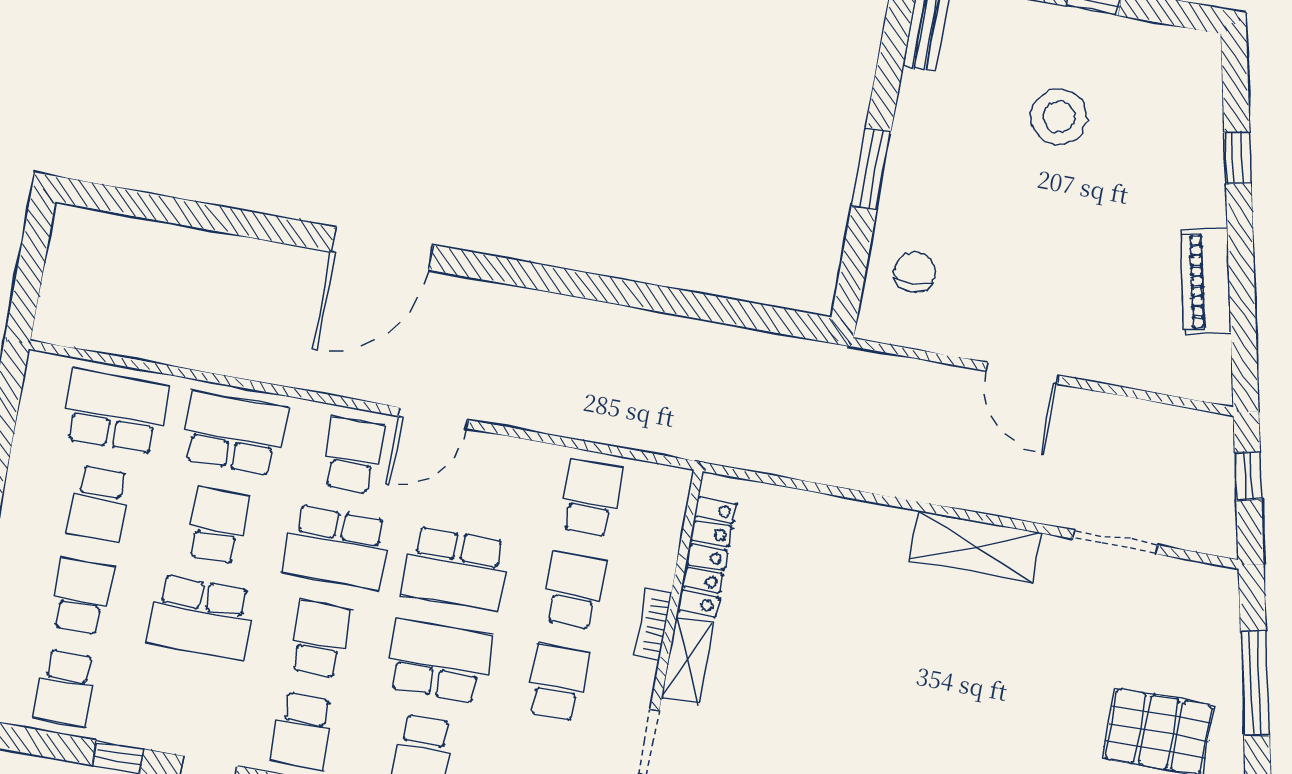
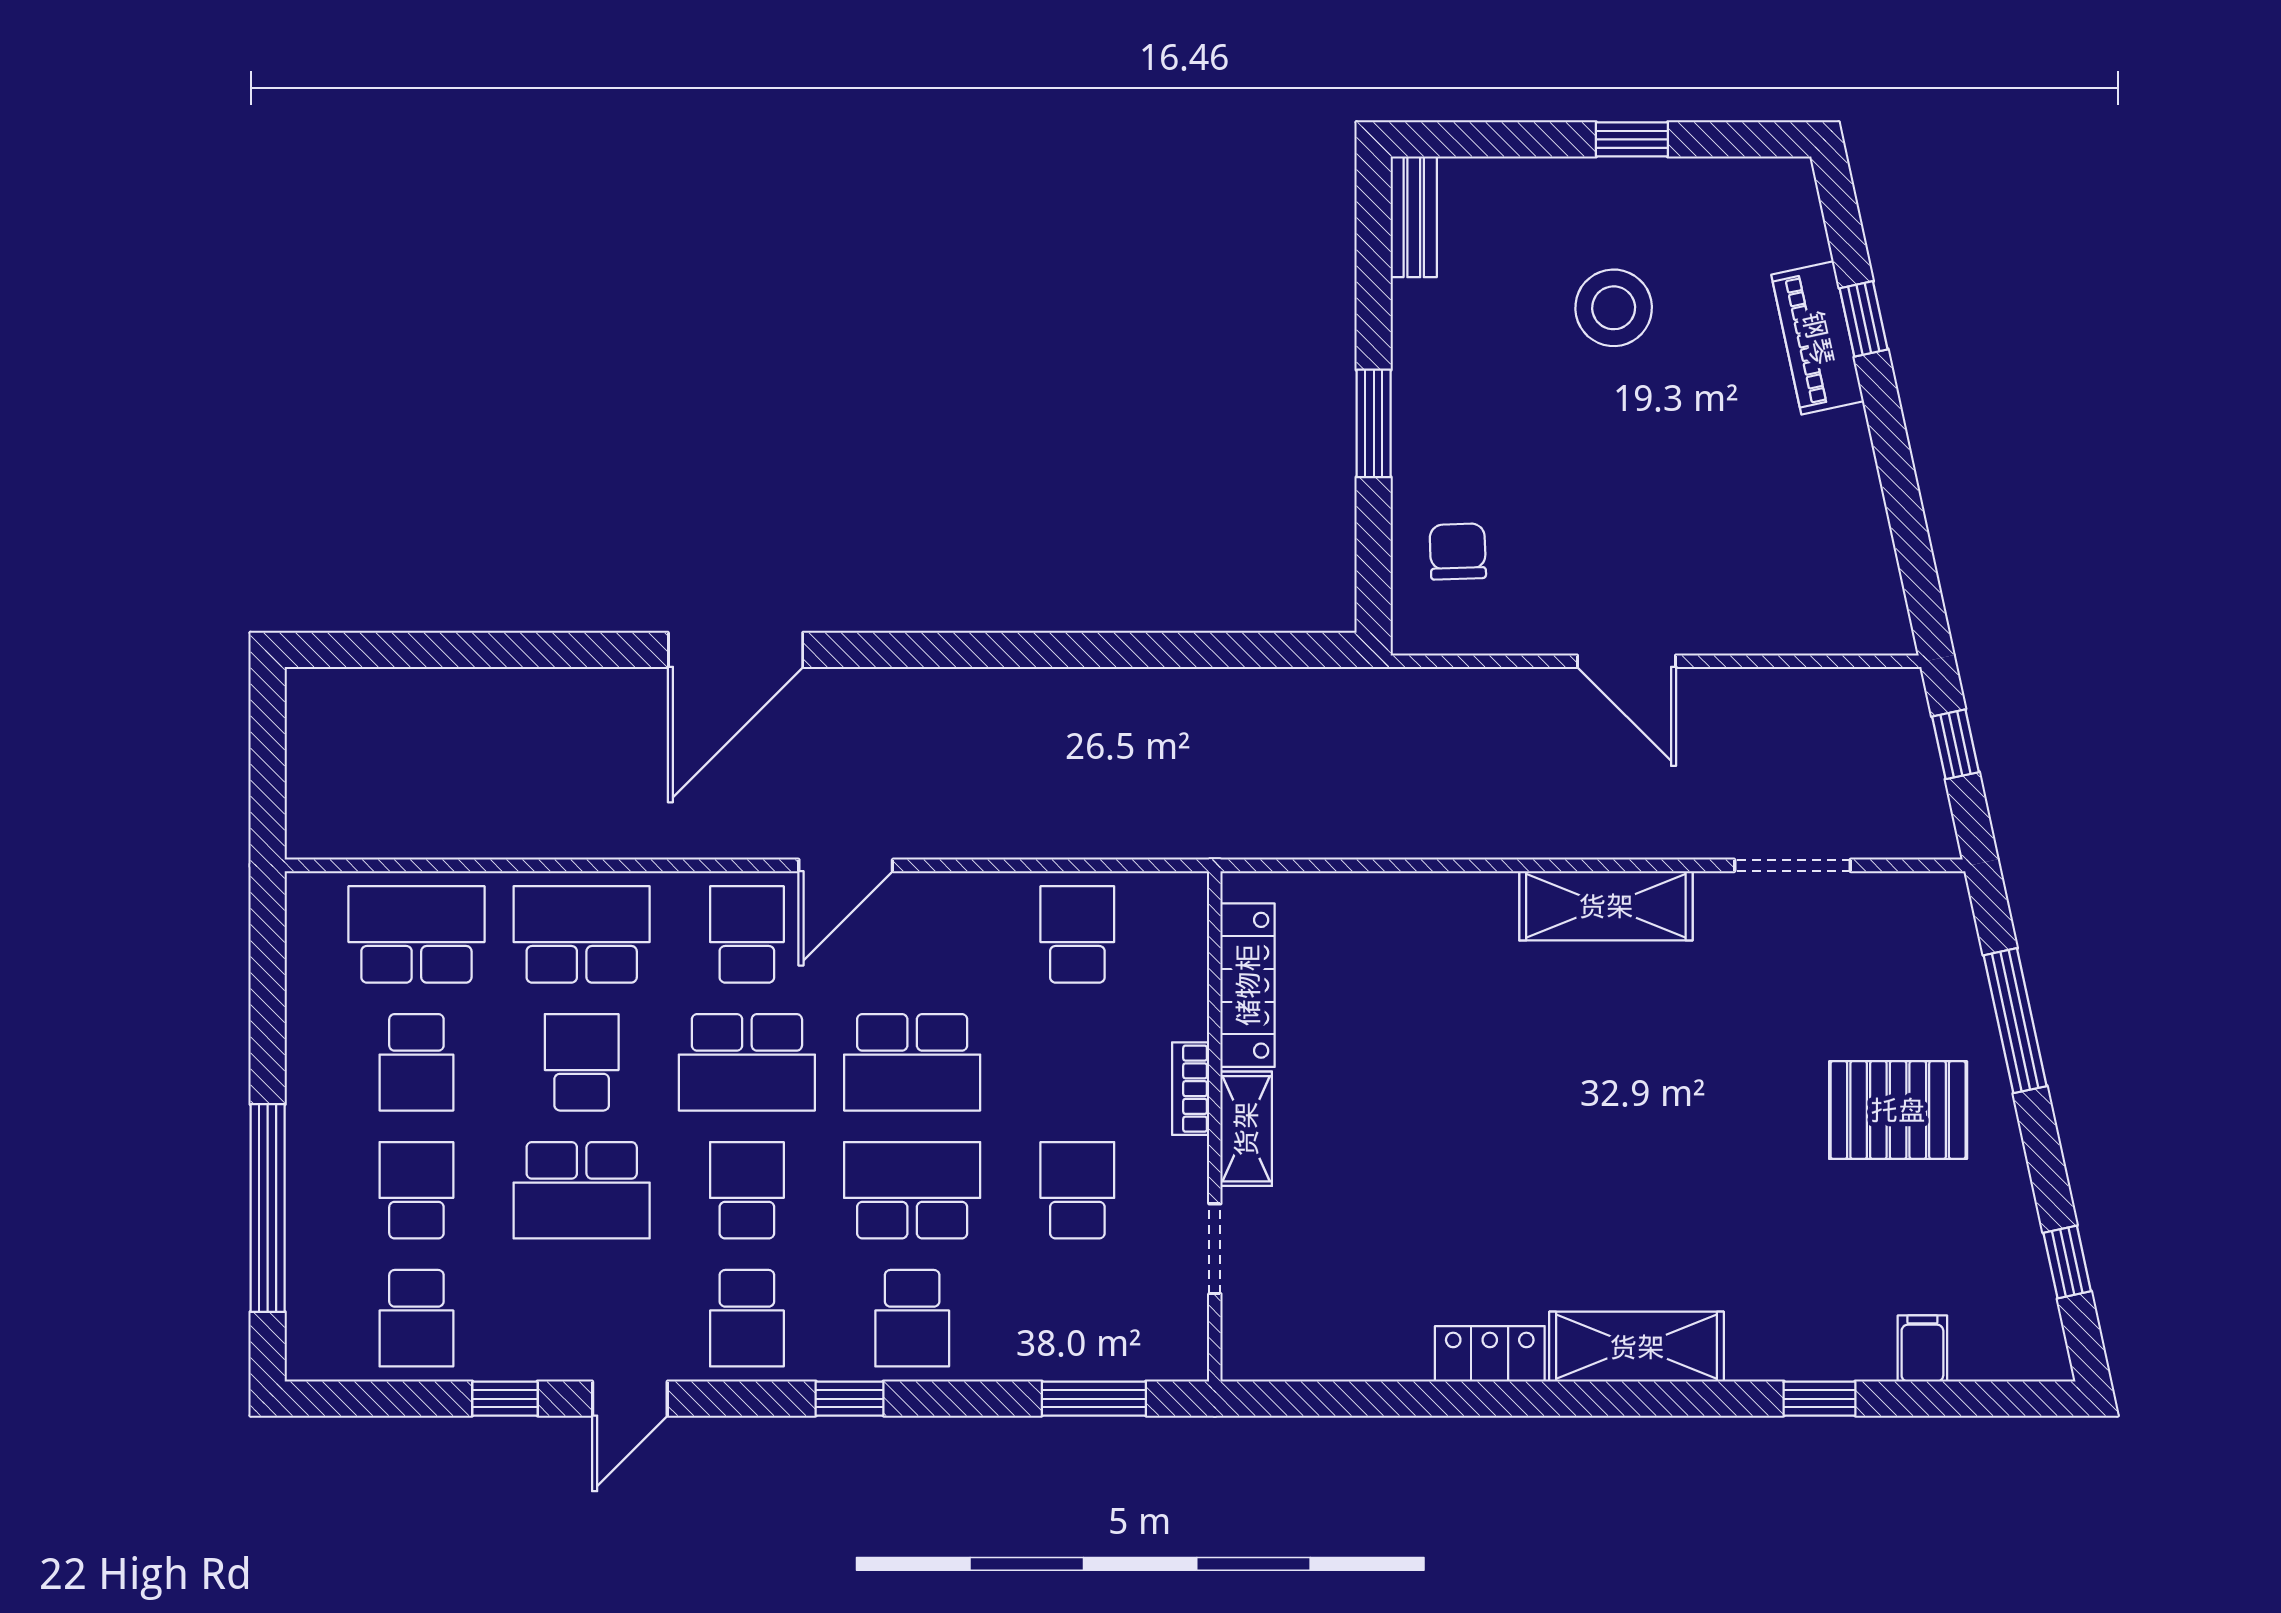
piano: (1206, 281) -> (1818, 338), moved
school desk: (574, 590) -> (1077, 1062), removed

